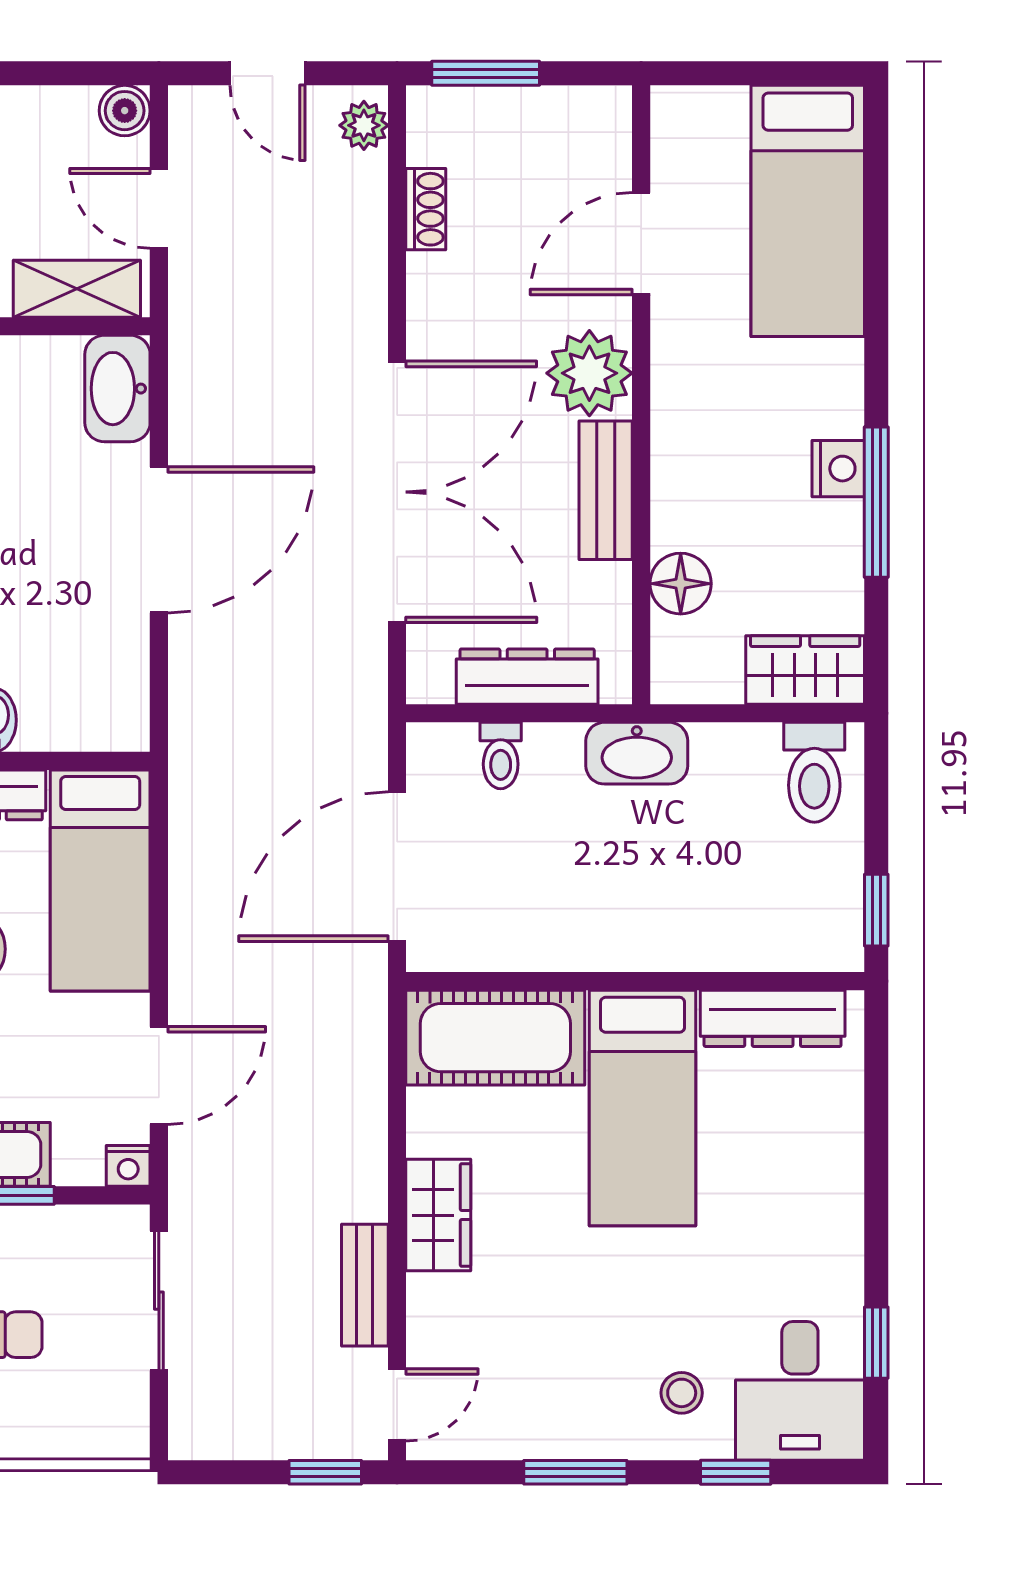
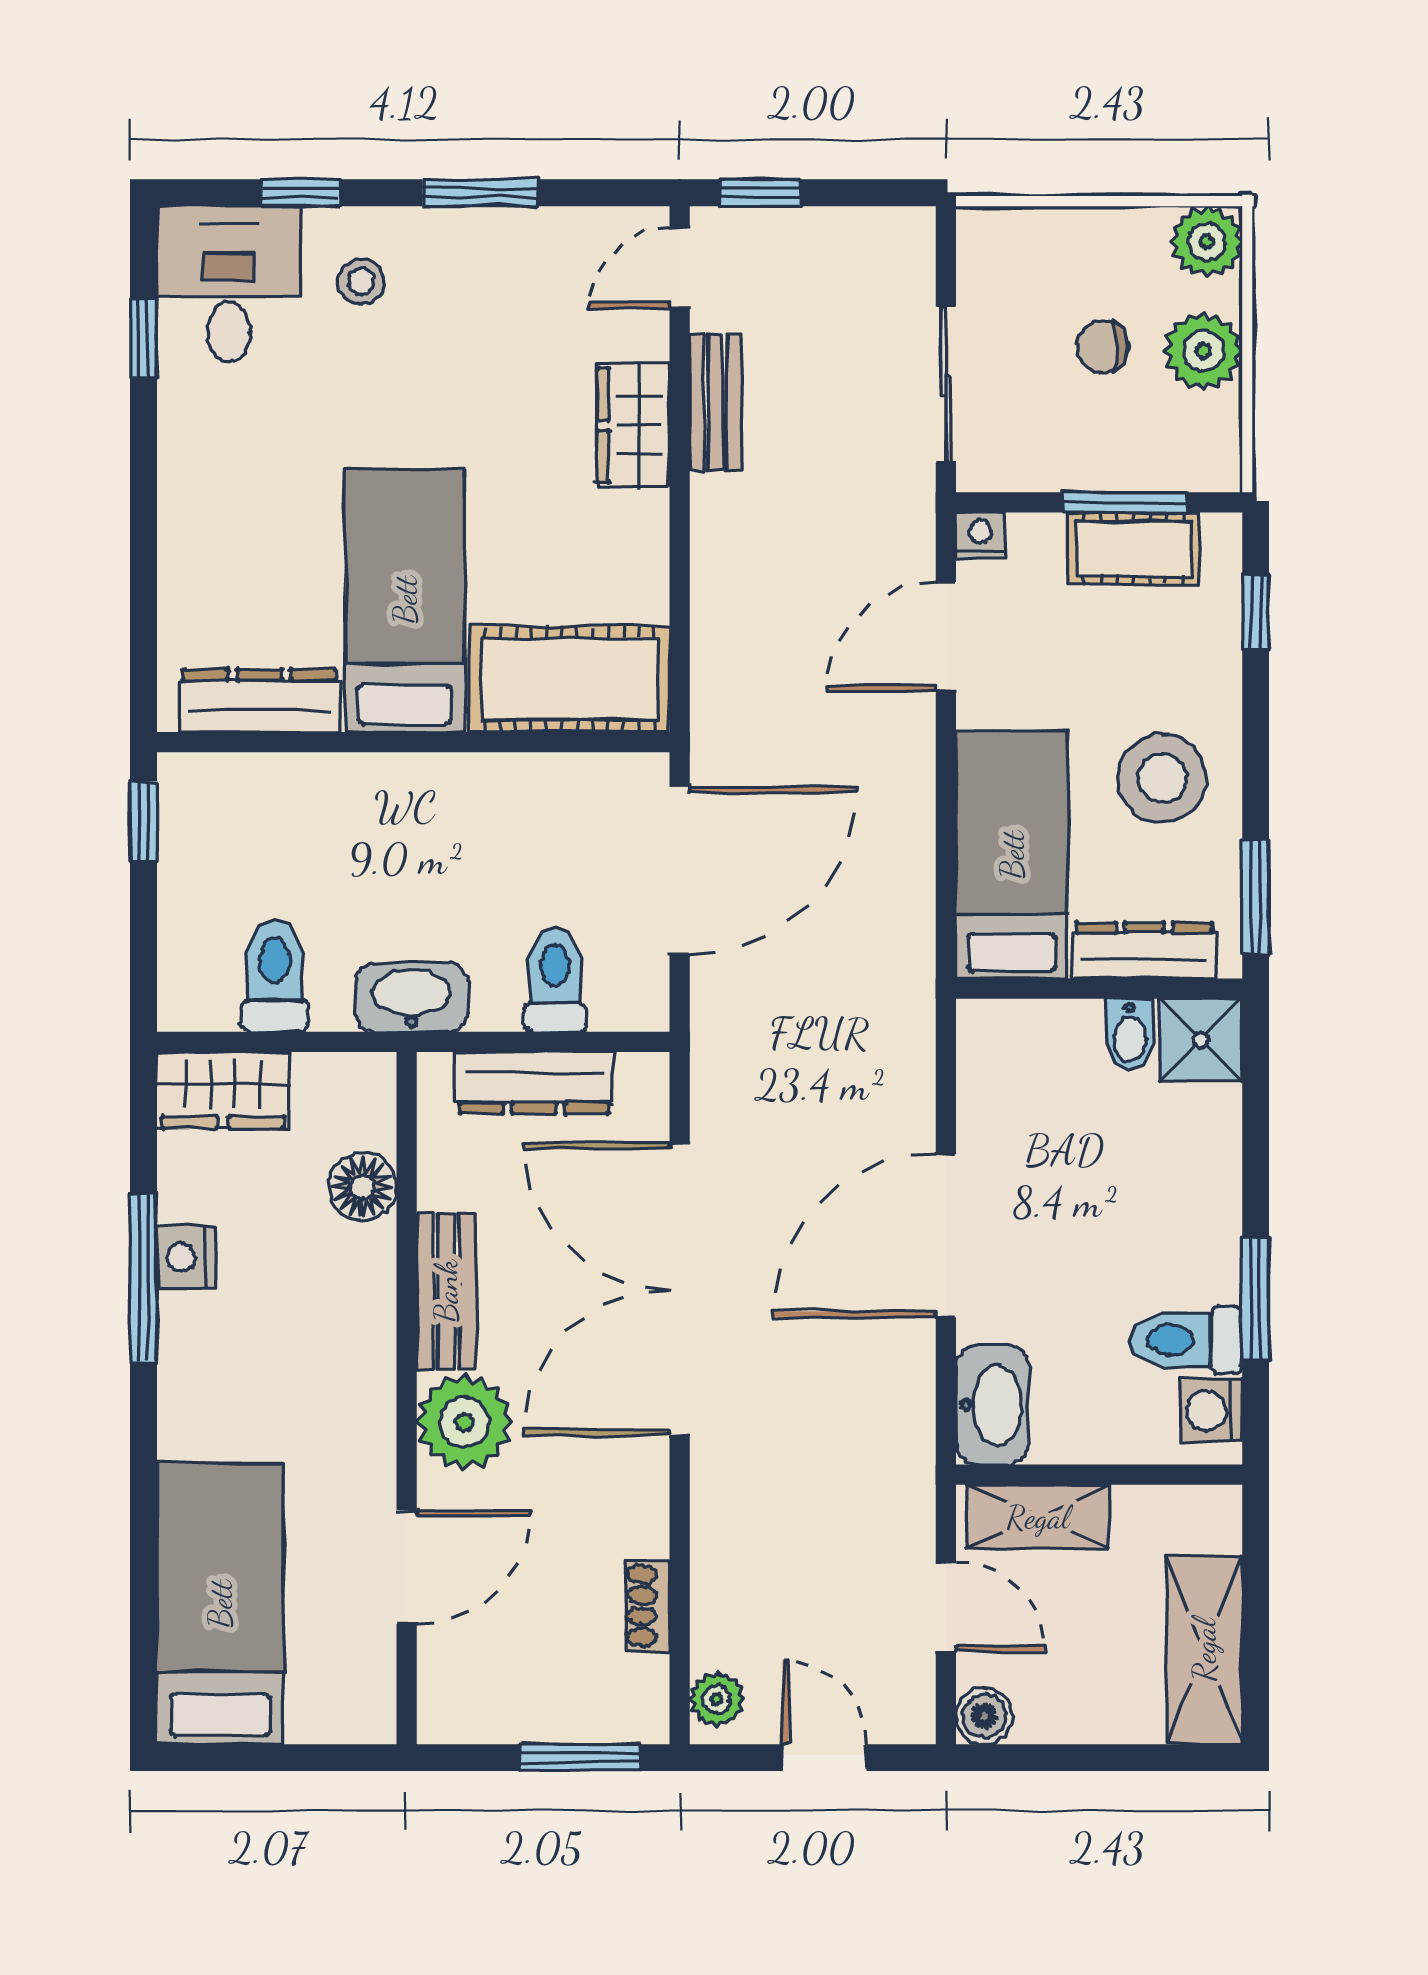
nightstand: (838, 469) -> (186, 1257), moved
toilet: (501, 756) -> (555, 980), width x1.37, depth x1.39
toilet: (814, 772) -> (275, 976), moved
wardrobe: (438, 1215) -> (633, 425), moved

